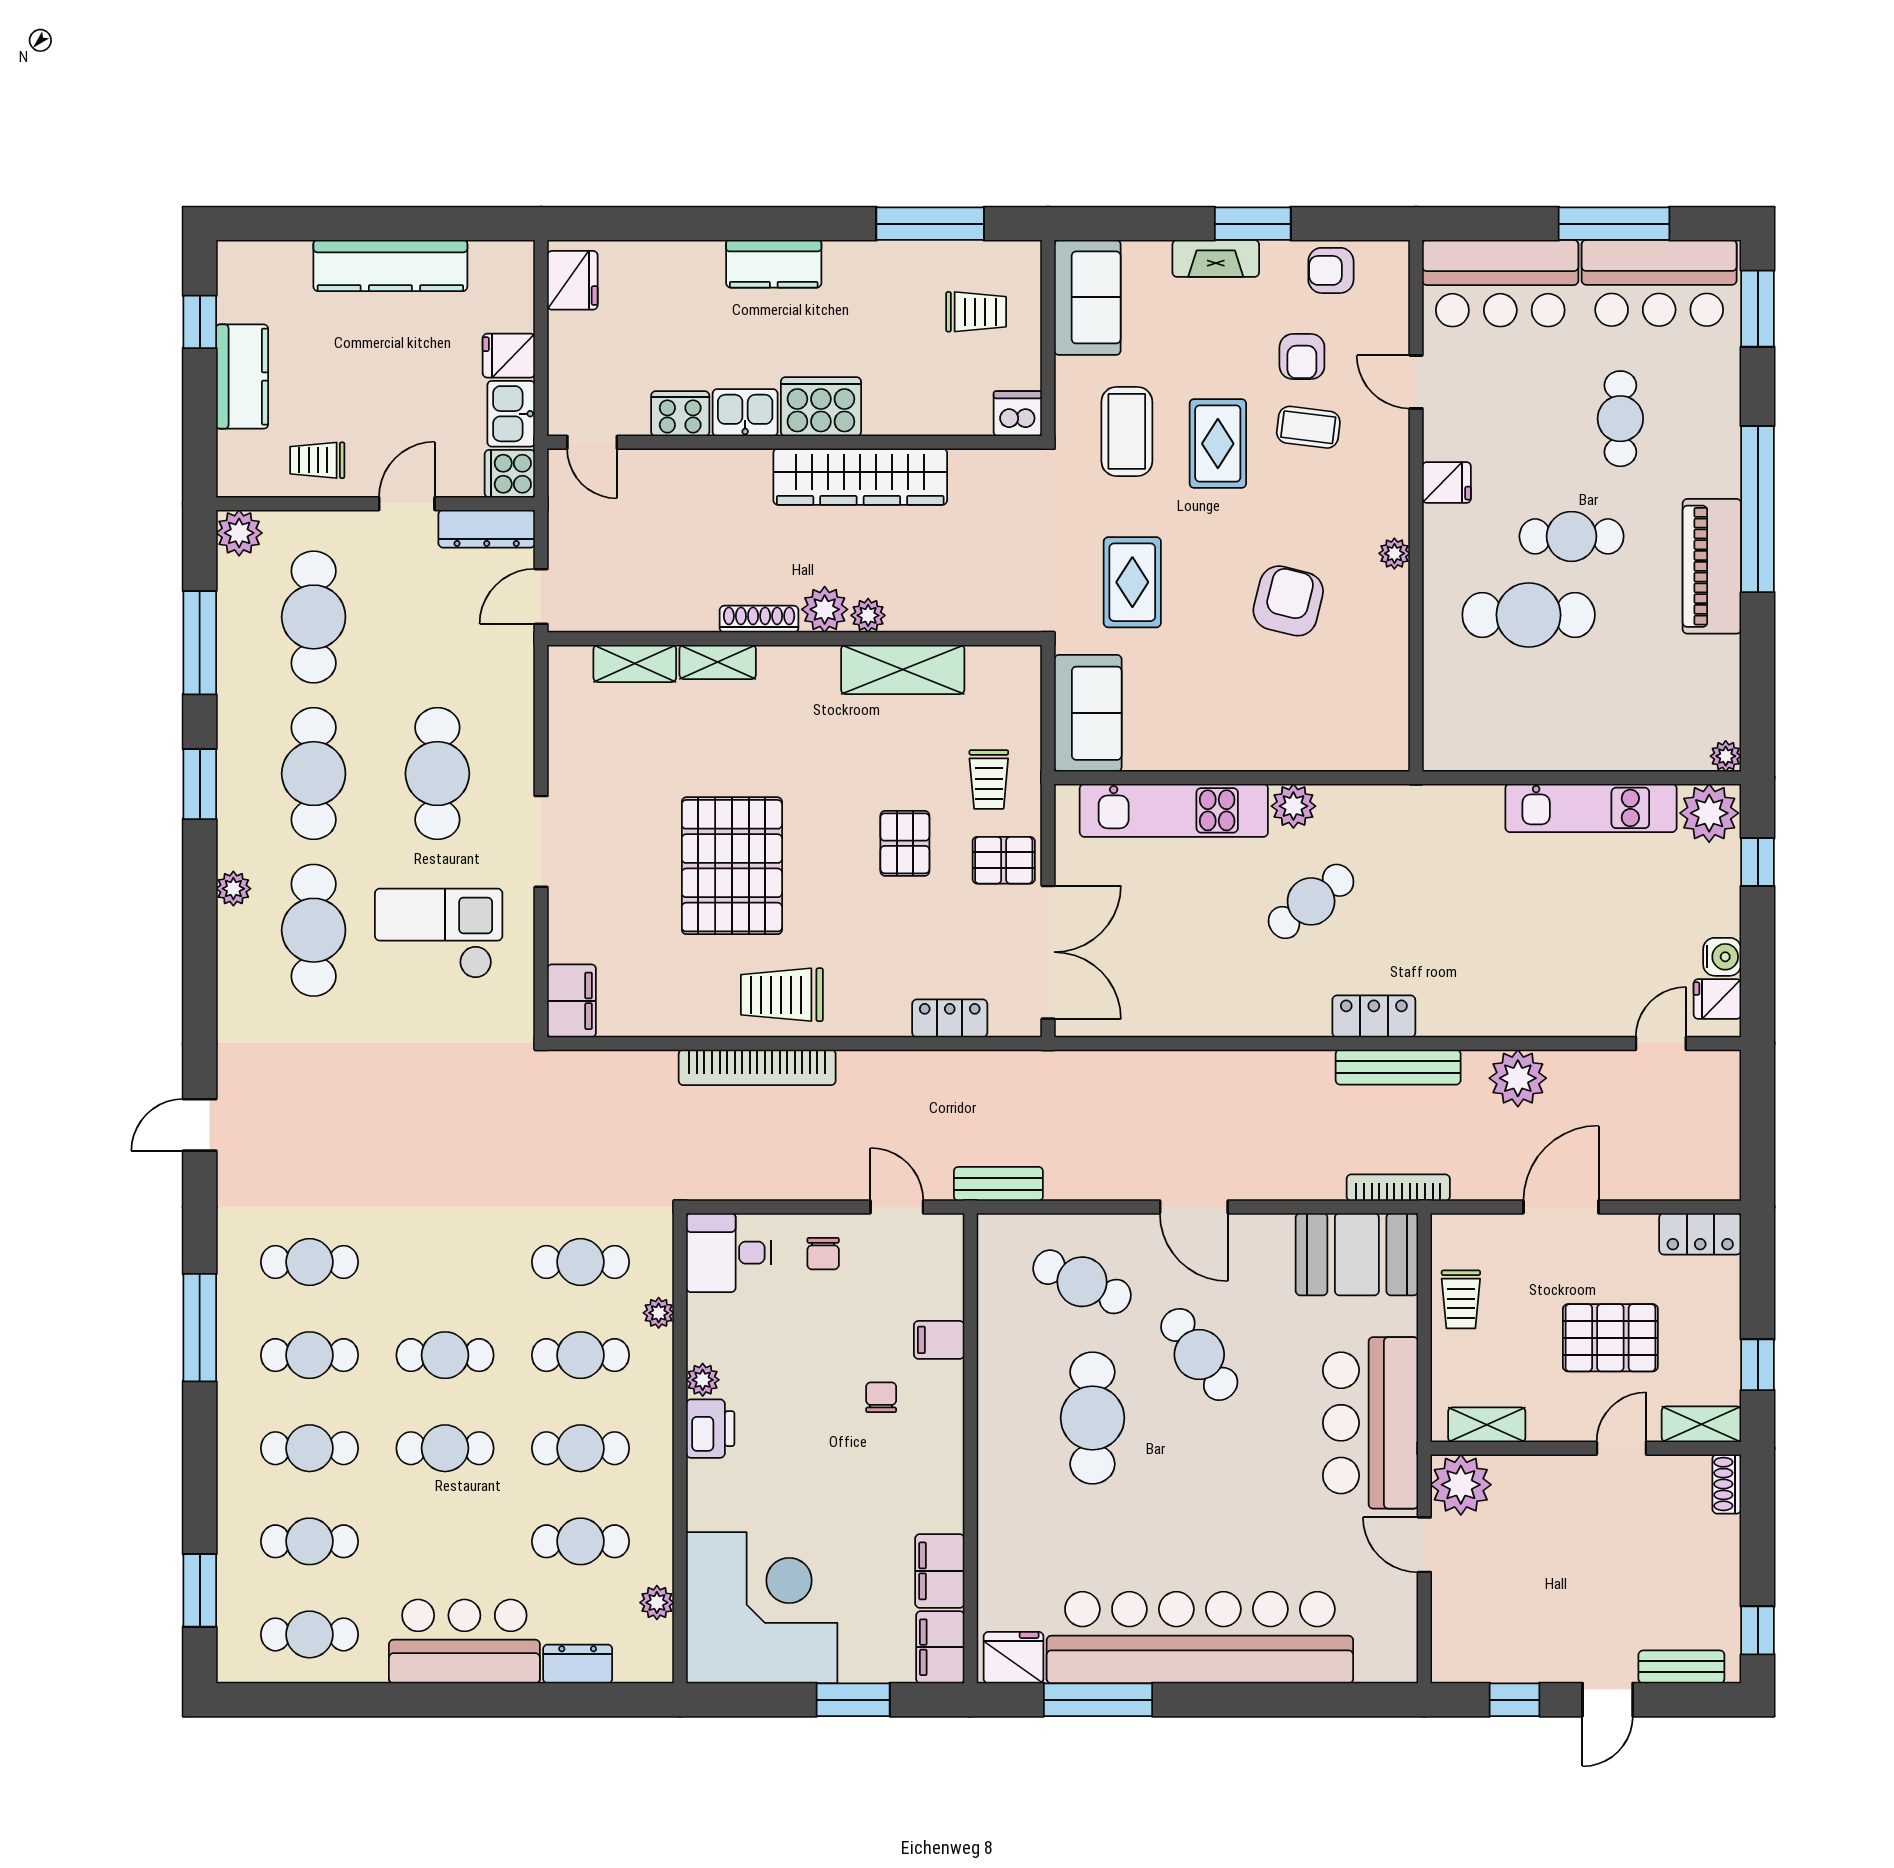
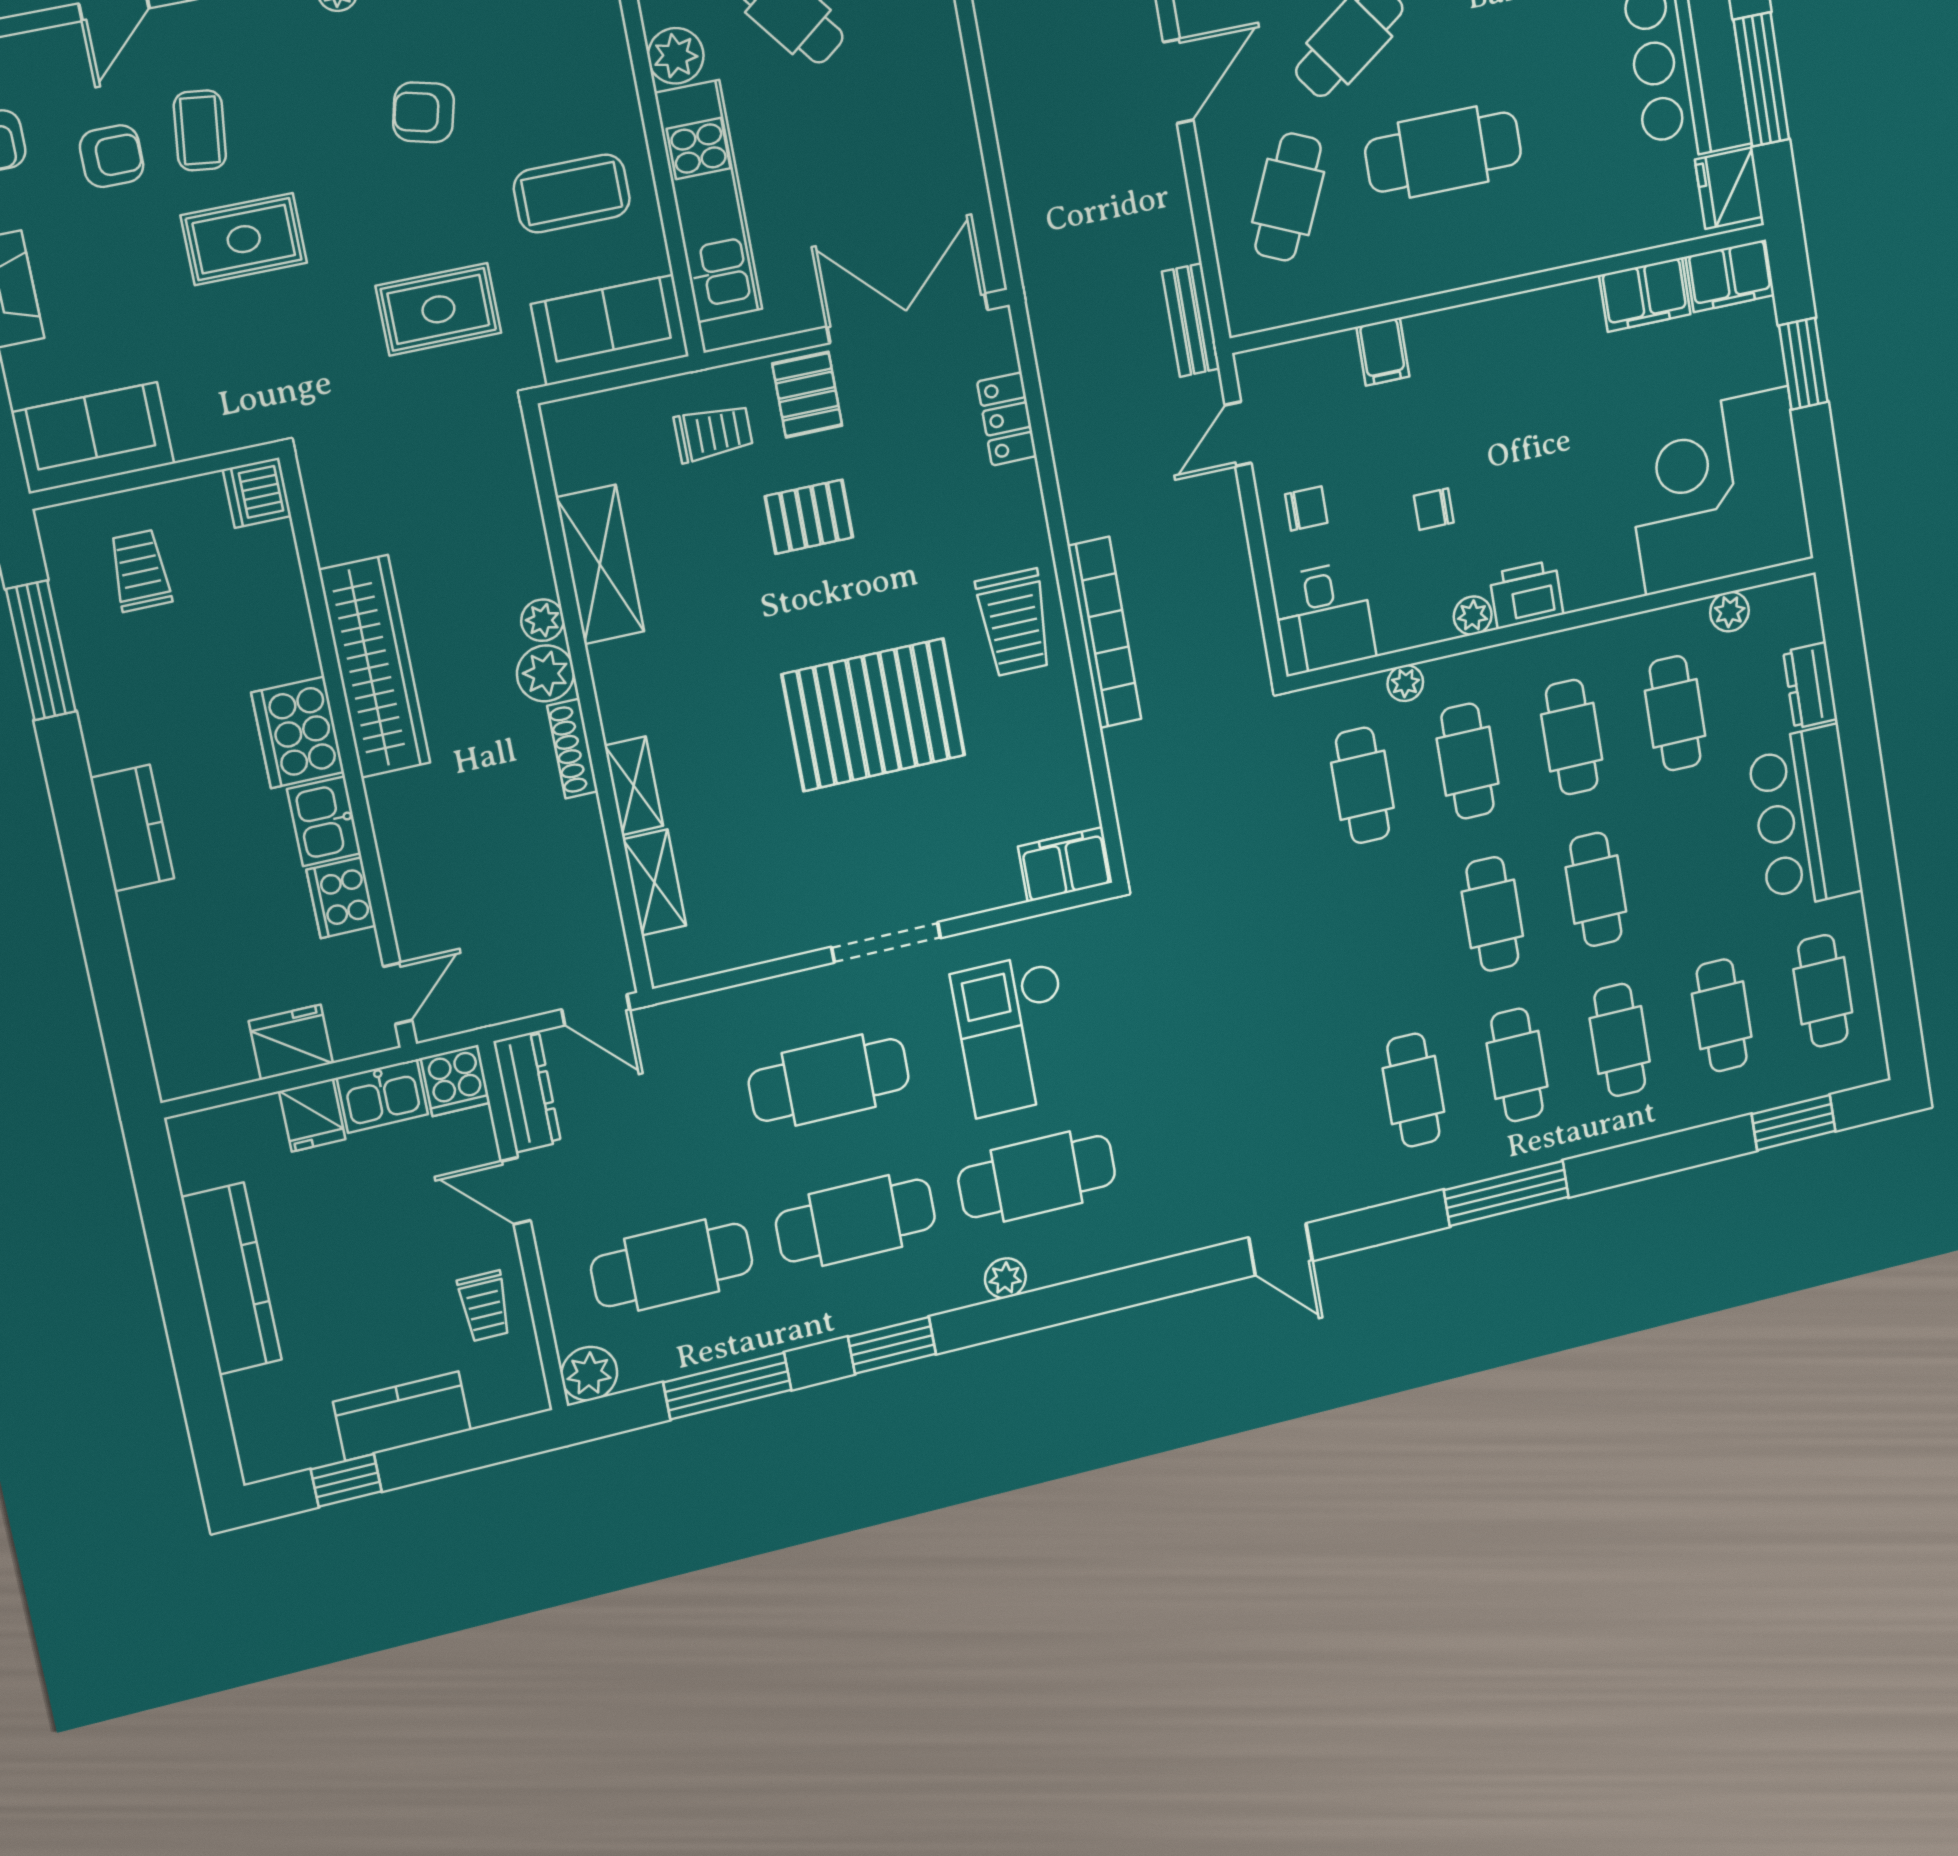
fridge: (572, 280) -> (291, 1042), moved
coffee table: (1127, 431) -> (572, 193), moved
armchair: (1288, 601) -> (423, 112), width x0.72, depth x0.72
chair: (881, 1397) -> (1434, 509), moved

